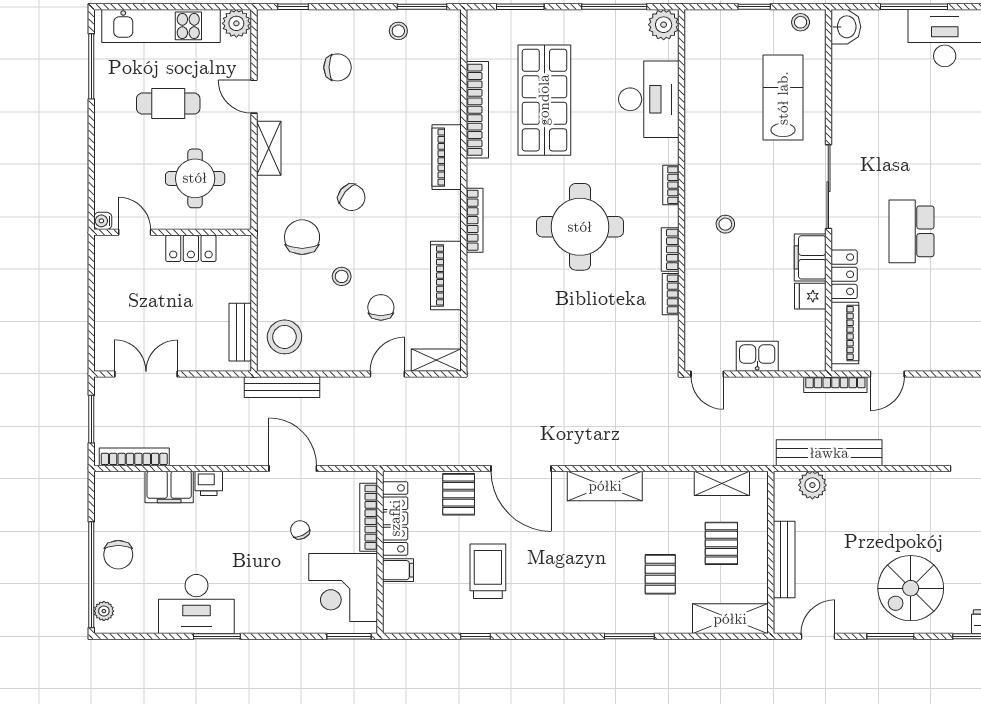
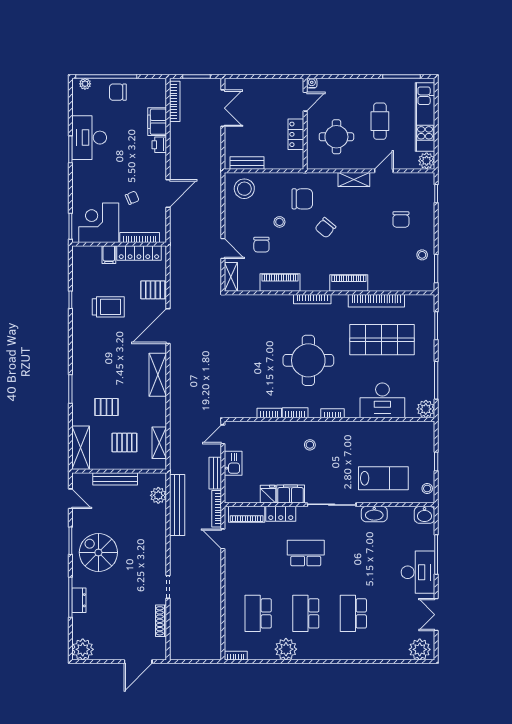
washbasin: (845, 113) -> (374, 514), added
chair: (381, 307) -> (261, 245), turned 90
bench: (282, 387) -> (215, 473), moved, width x0.73

